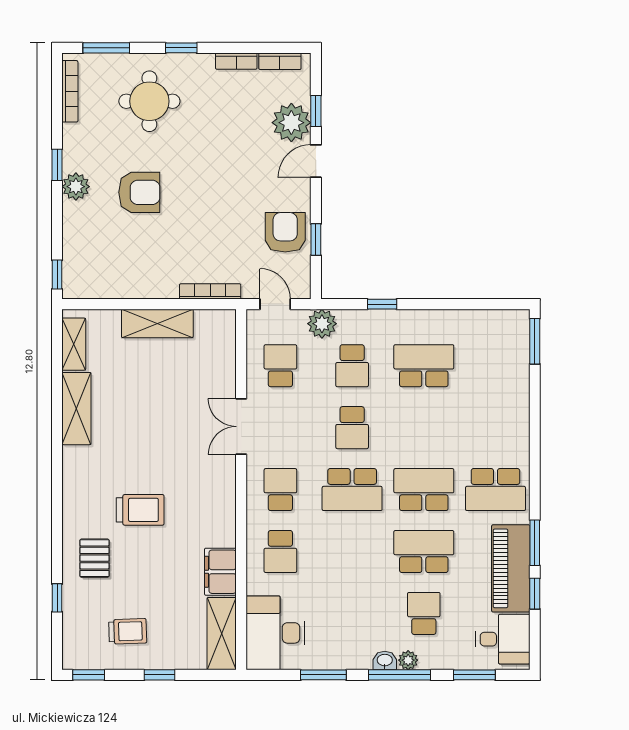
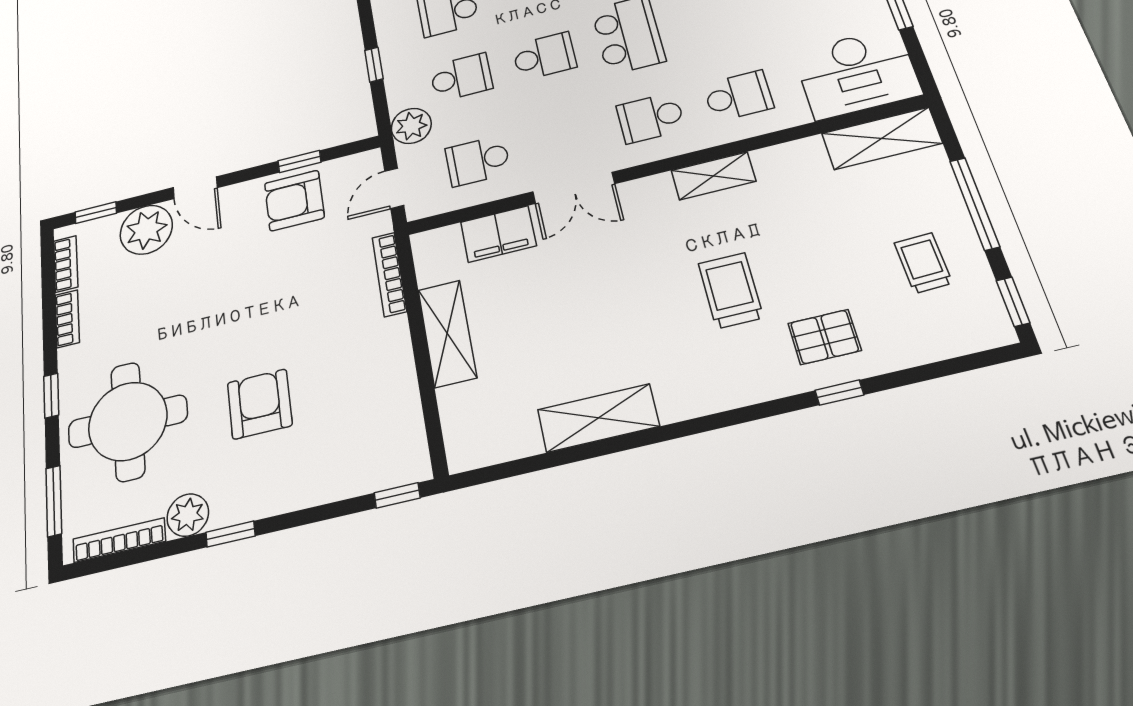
round table: (149, 101) -> (128, 421), width x1.36, depth x1.36
window: (316, 111) -> (96, 213), moved
plant: (76, 187) -> (188, 515), moved
shelving: (74, 344) -> (713, 176), moved
filing cabinet: (220, 572) -> (498, 234), moved
window: (57, 598) -> (839, 393), moved
window: (160, 675) -> (975, 204), width x2.17

